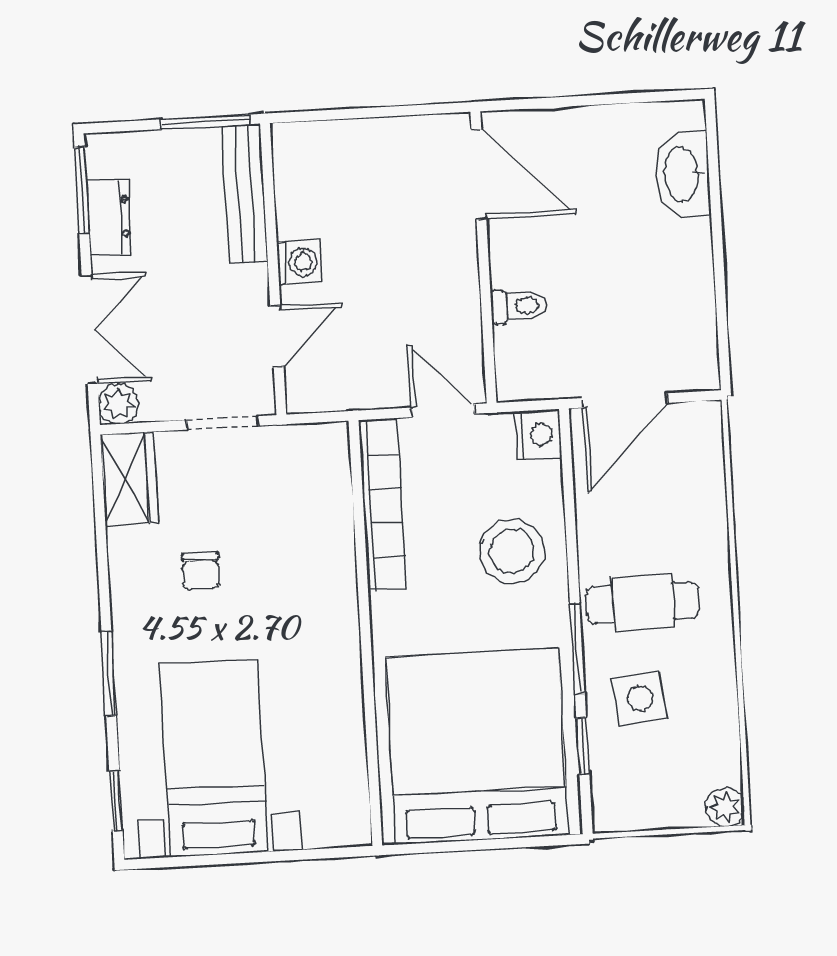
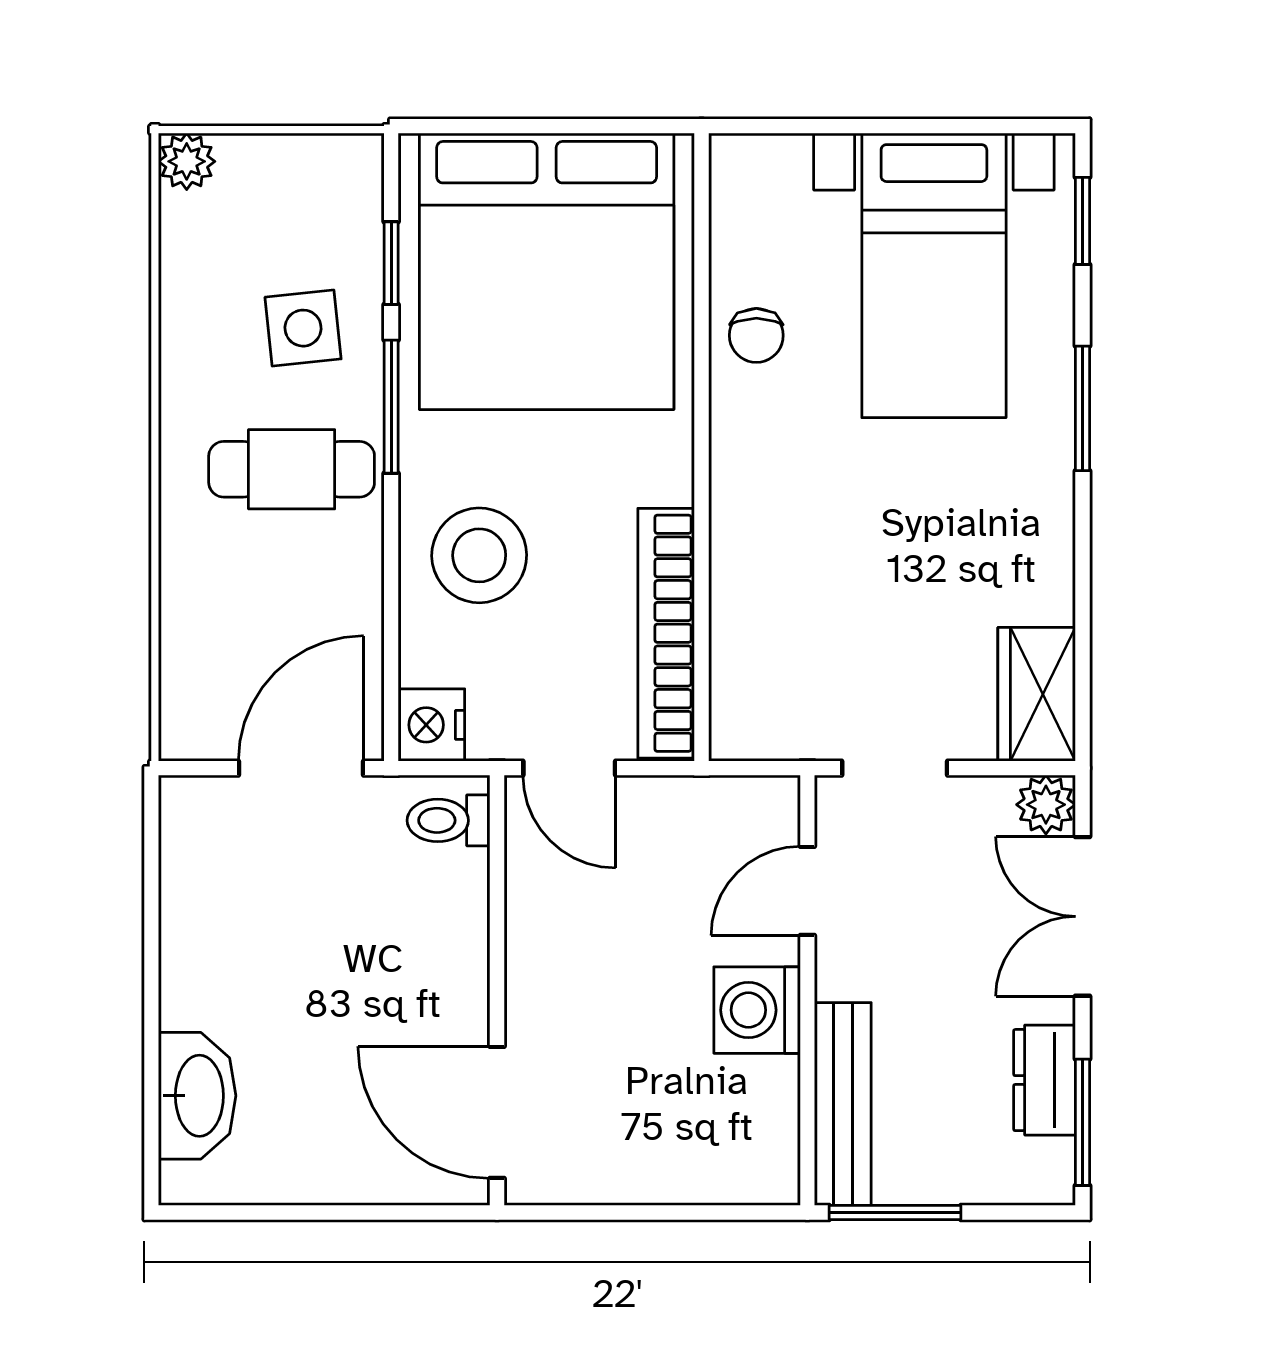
washing machine: (299, 262) -> (757, 1010), width x1.38, depth x1.38
toilet: (519, 306) -> (449, 820), moved
chair: (201, 571) -> (756, 335), moved, turned 180

